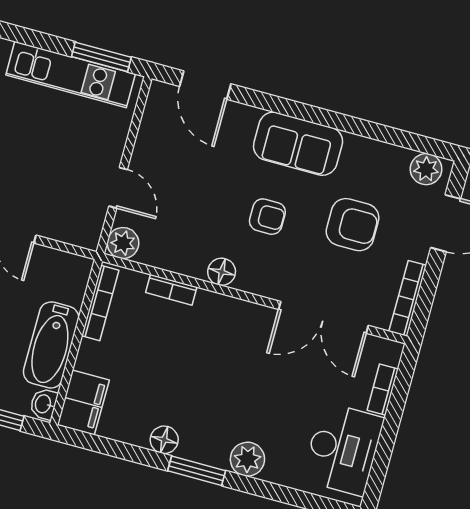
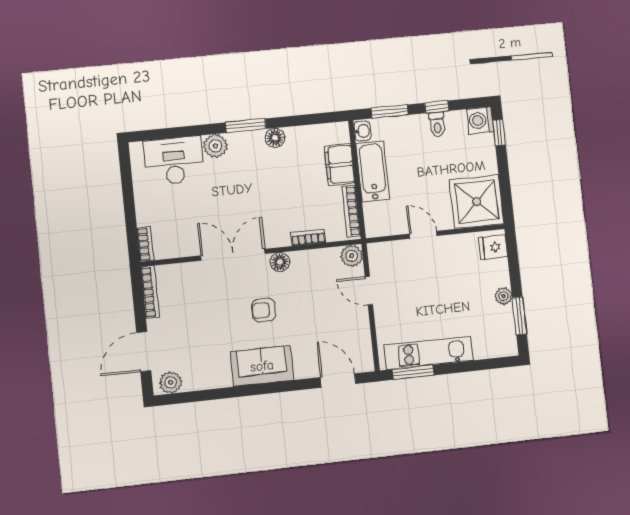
armchair: (353, 225) -> (205, 327), removed
double door: (323, 317) -> (233, 255), moved
bookcase: (383, 390) -> (145, 244), moved
filing cabinet: (83, 402) -> (339, 165), moved
desk: (343, 449) -> (174, 161), moved, turned 90

